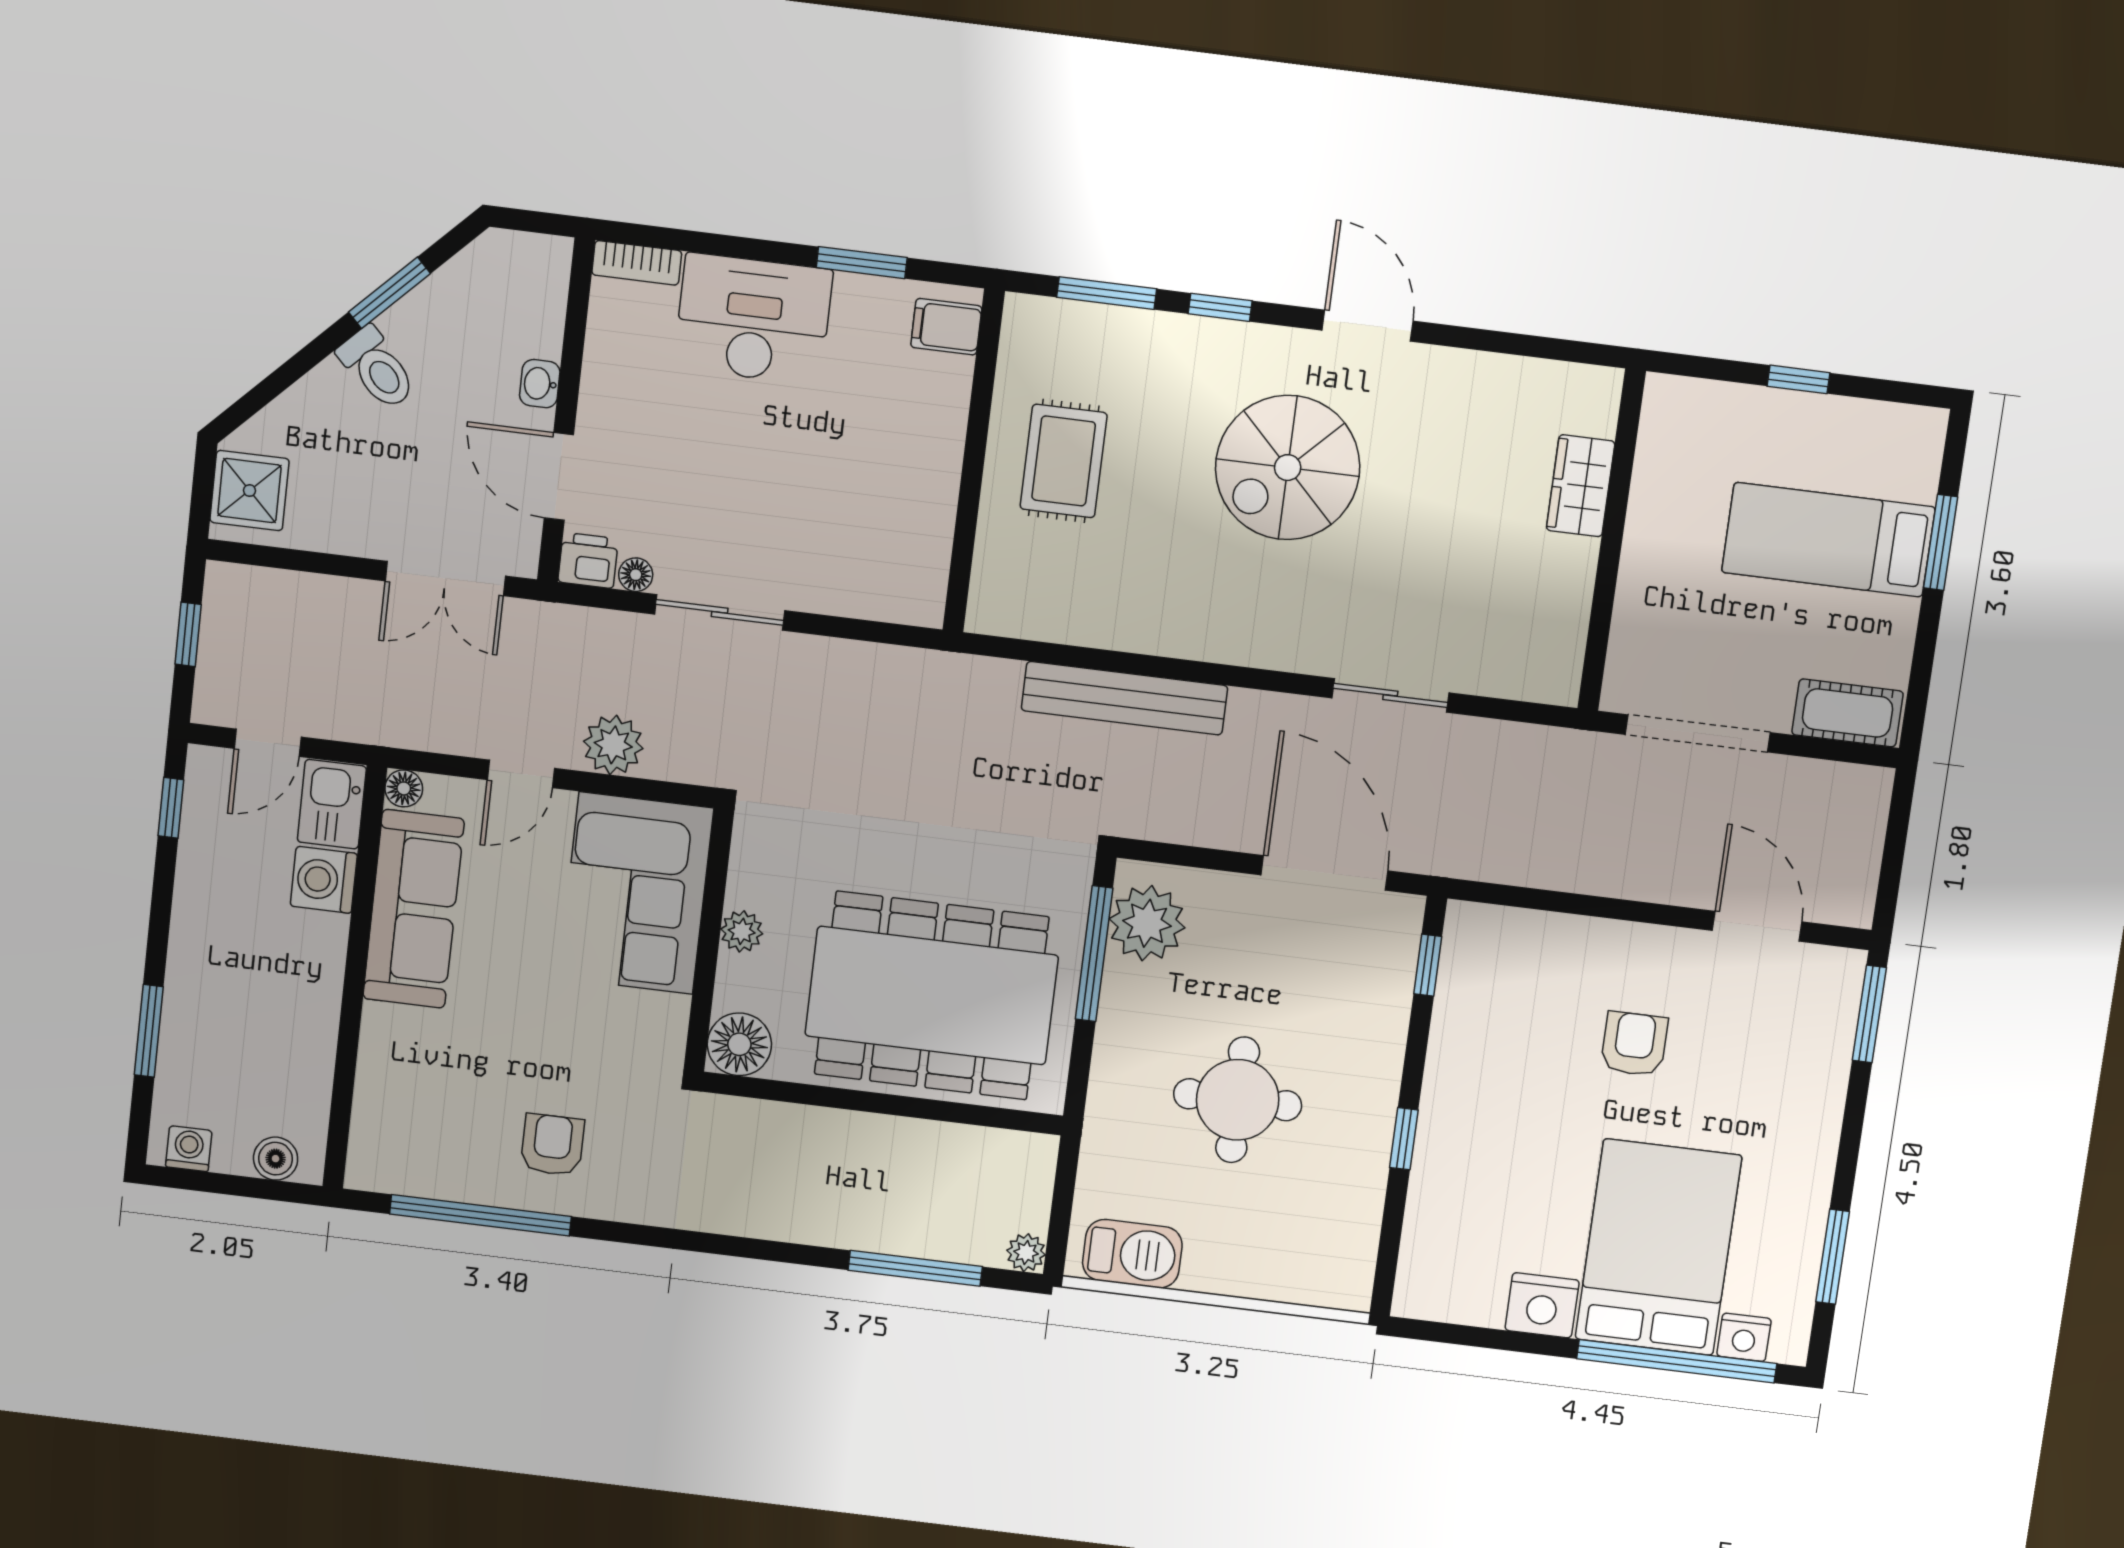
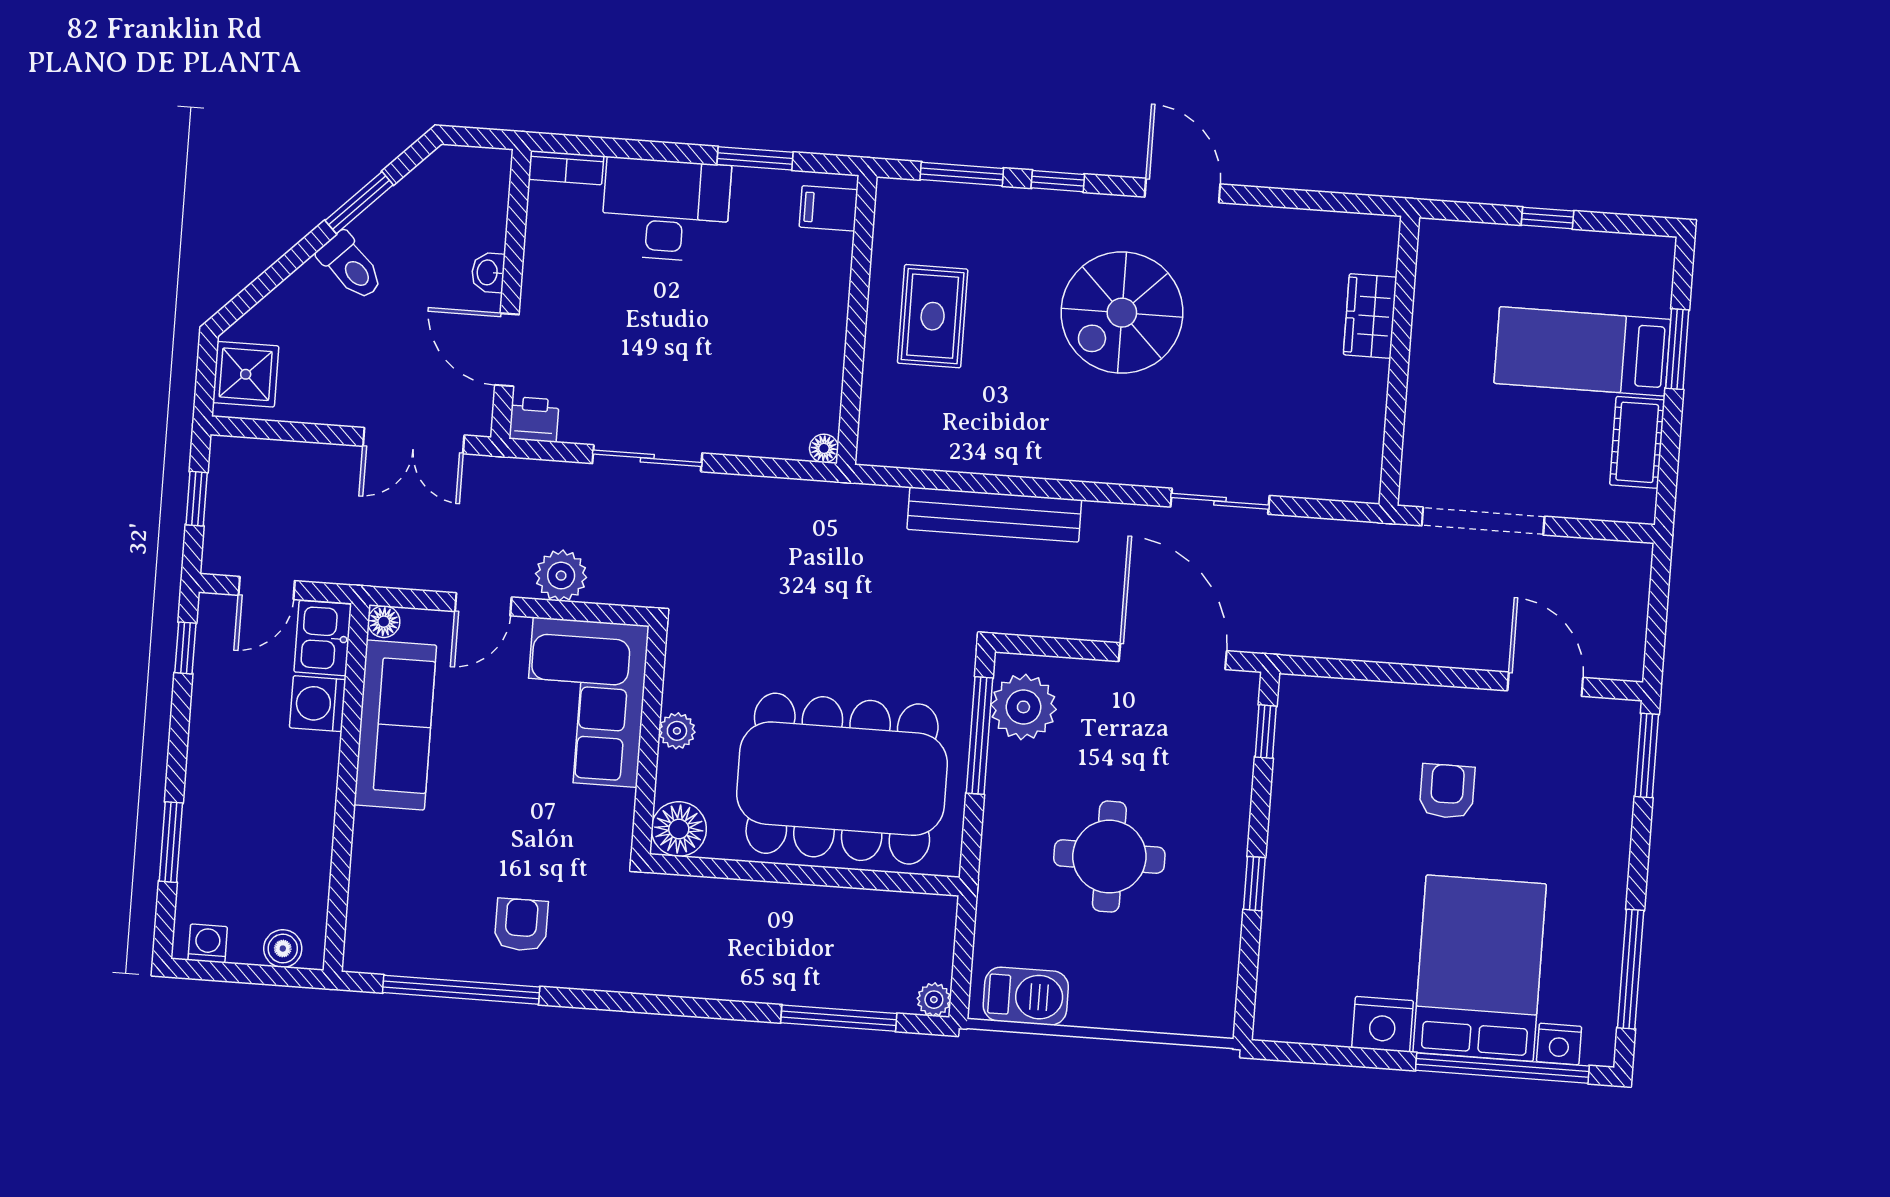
floor lamp: (636, 575) -> (824, 448), moved
cot: (1848, 713) -> (1637, 442), moved, turned 90
window: (1833, 1257) -> (1631, 969), width x1.44

